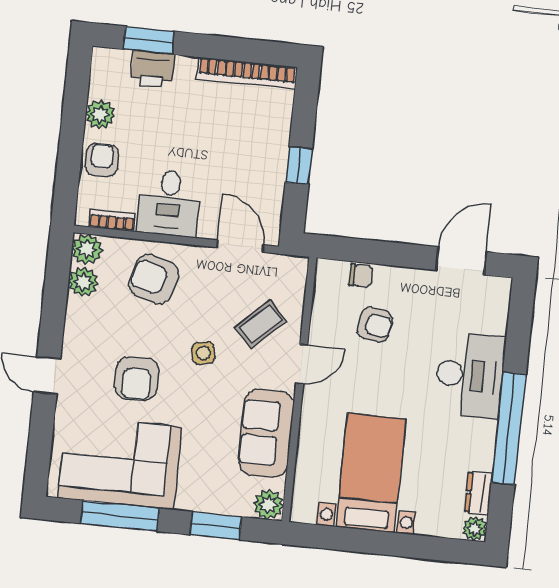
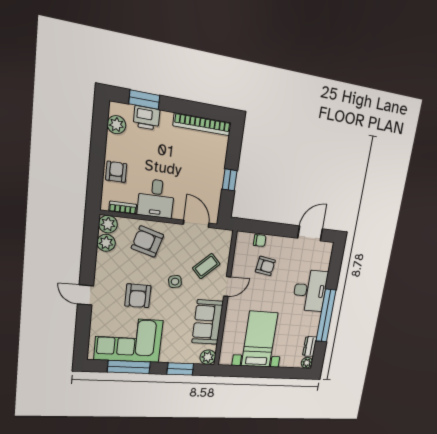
plant: (100, 114) -> (116, 125), moved

